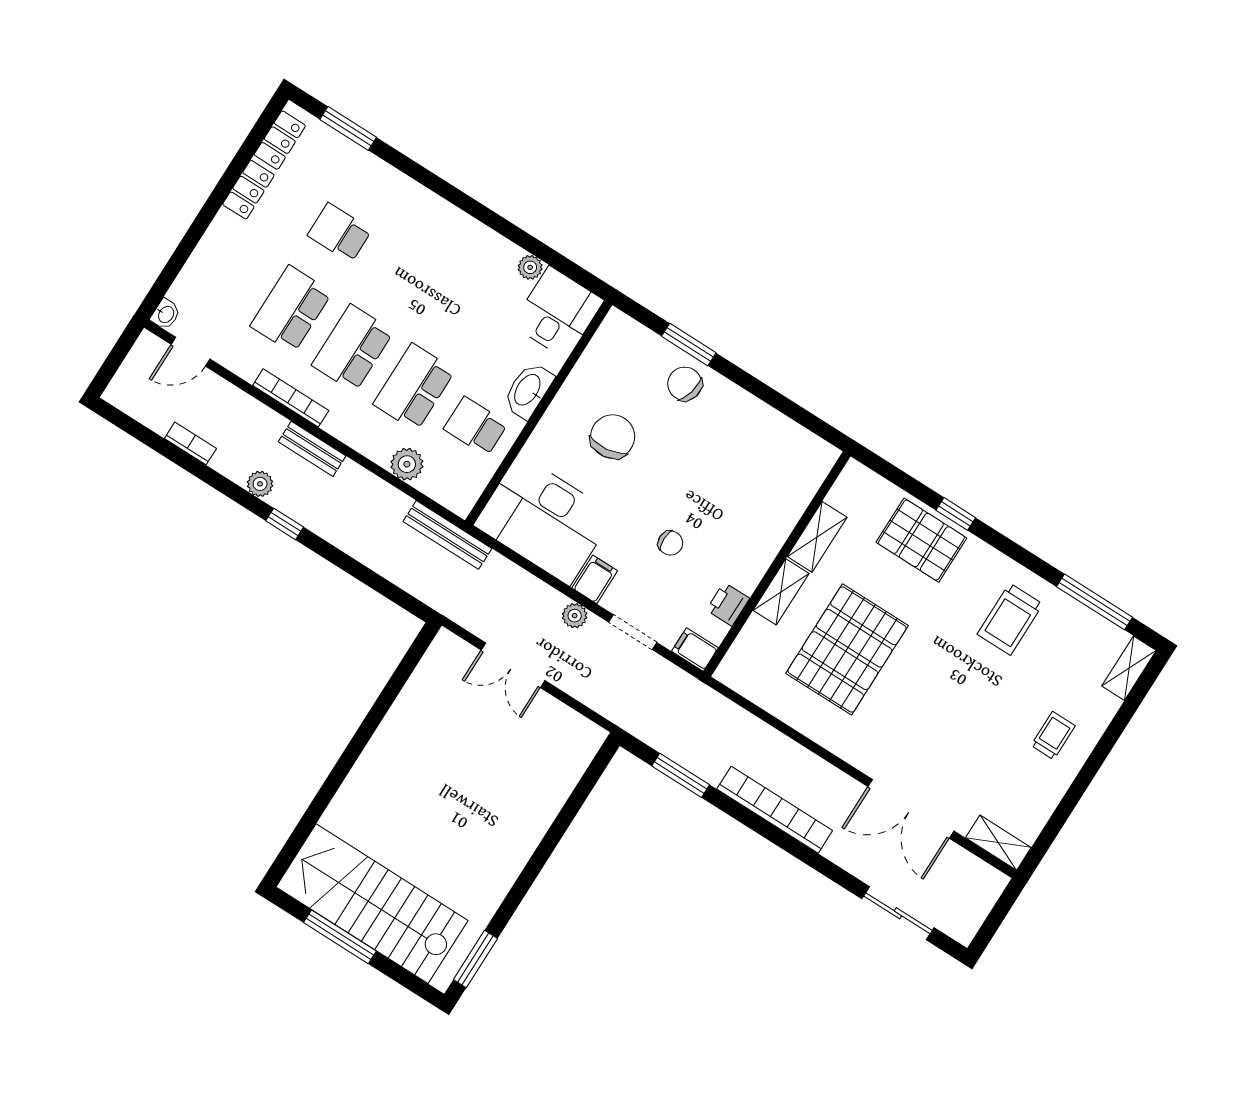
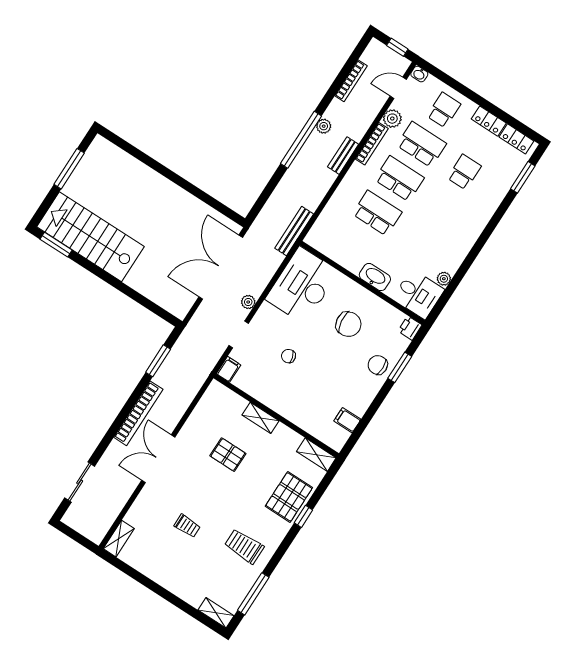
door: (191, 352) -> (398, 88), hinge flipped
window: (118, 354) -> (397, 47), added
chair: (685, 384) -> (378, 365), turned -104
school desk: (476, 426) -> (444, 110), moved
bookcase: (190, 443) -> (351, 81), width x1.56
plant: (407, 464) -> (392, 119), moved
window: (285, 524) -> (301, 140), width x3.17
shelving: (817, 537) -> (316, 455), moved
chair: (670, 543) -> (289, 356), turned 73
filing cabinet: (595, 579) -> (347, 420), moved, turned 180
printer: (728, 604) -> (410, 328), moved, turned -90
pallet: (847, 649) -> (228, 455), width x0.49, depth x0.50
double door: (513, 665) -> (221, 267), width x1.87
trolley: (1053, 736) -> (187, 526), moved
double door: (911, 809) -> (158, 459), moved
stairs: (372, 904) -> (90, 237), moved, turned -90

